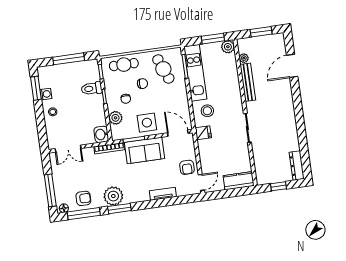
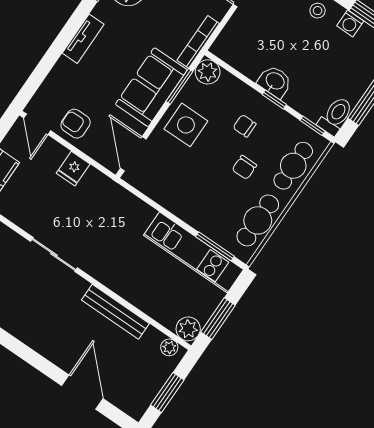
plant: (244, 58) -> (169, 347), moved
cafe table: (163, 69) -> (258, 220), moved, turned -68
toilet: (92, 88) -> (335, 116), moved
stool: (207, 111) -> (127, 222), removed
plant: (115, 118) -> (208, 72), moved
door: (178, 133) -> (133, 154), swing flipped
fridge: (203, 133) -> (73, 169), moved
washbasin: (101, 134) -> (275, 82), moved
tv unit: (163, 194) -> (83, 39), moved

